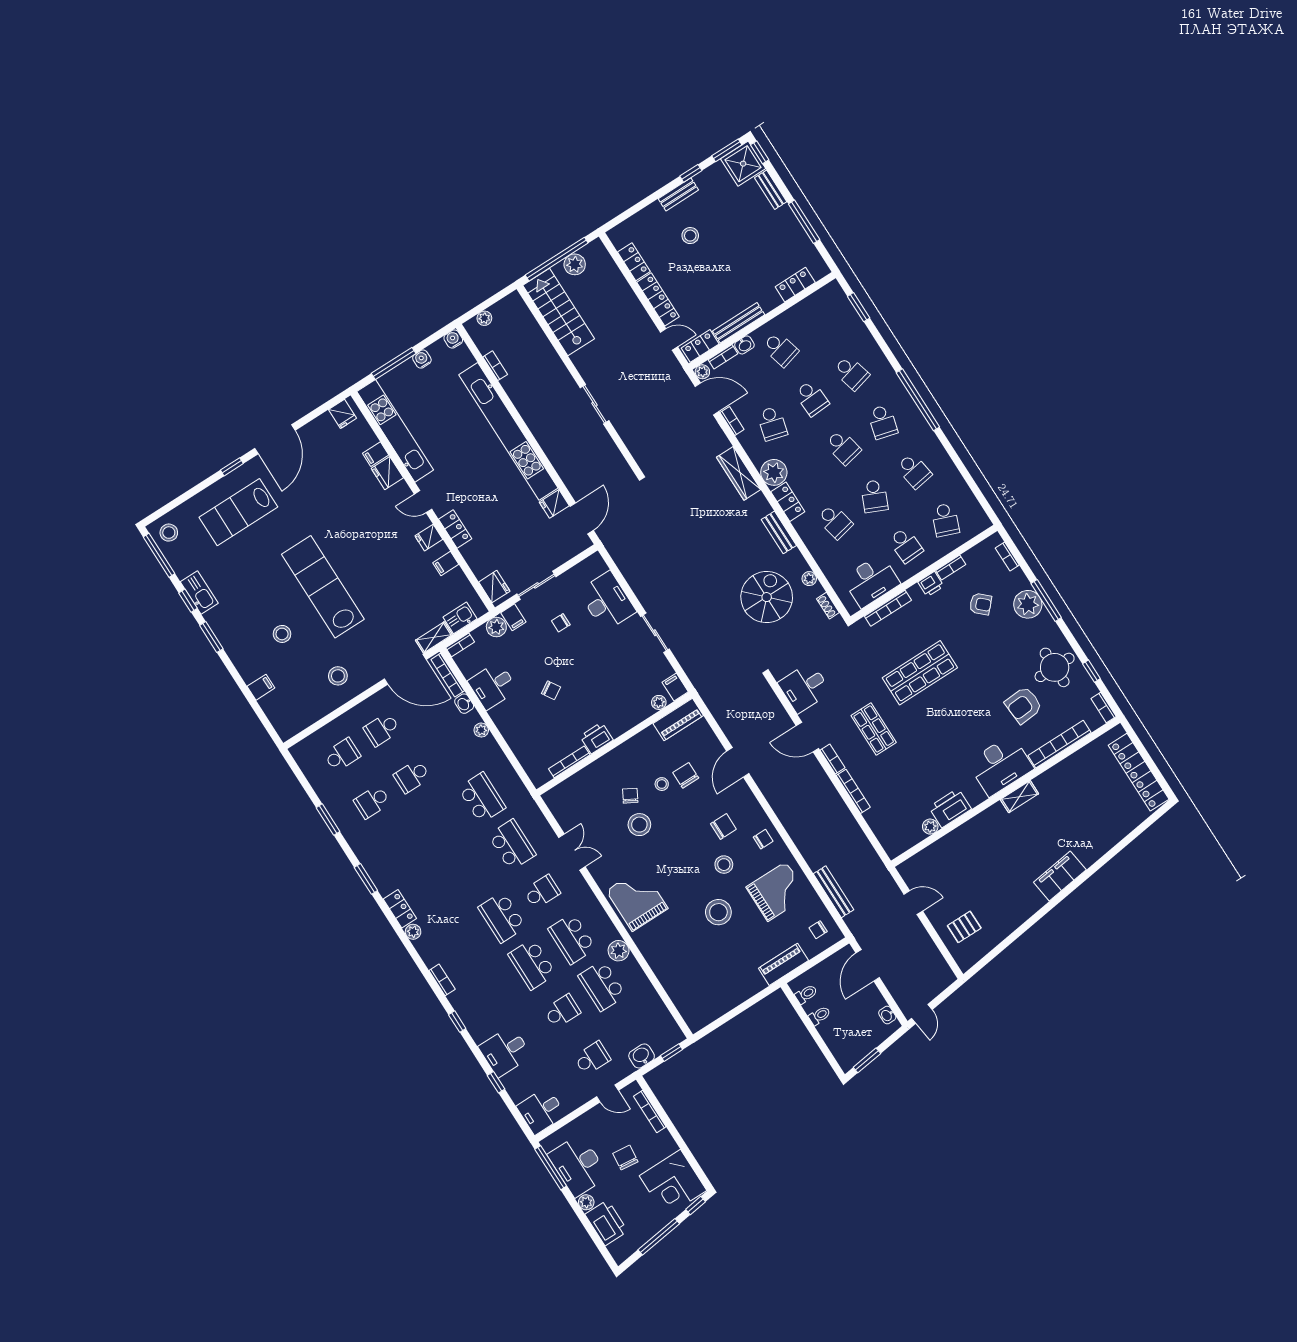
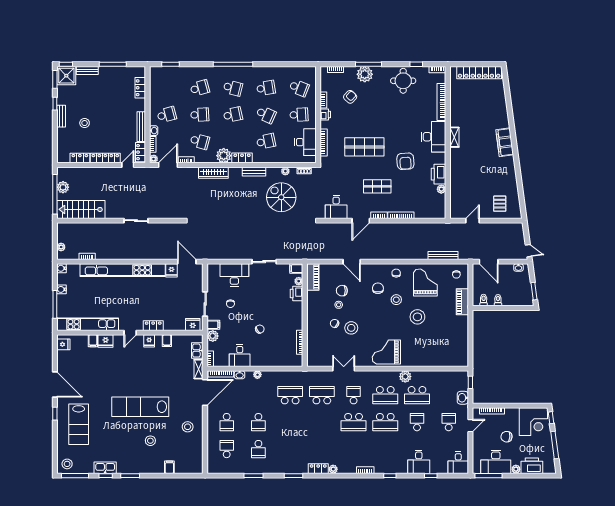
shop shelf: (920, 673) -> (364, 147), turned 90
armchair: (1024, 705) -> (405, 161), moved
printer: (596, 738) -> (297, 294), moved

